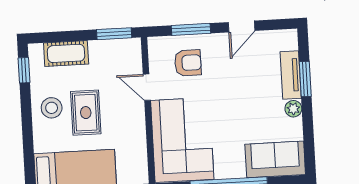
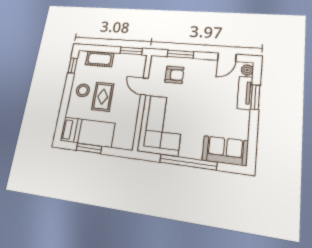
door: (242, 27) -> (227, 57), moved
plant: (293, 109) -> (247, 70), moved

